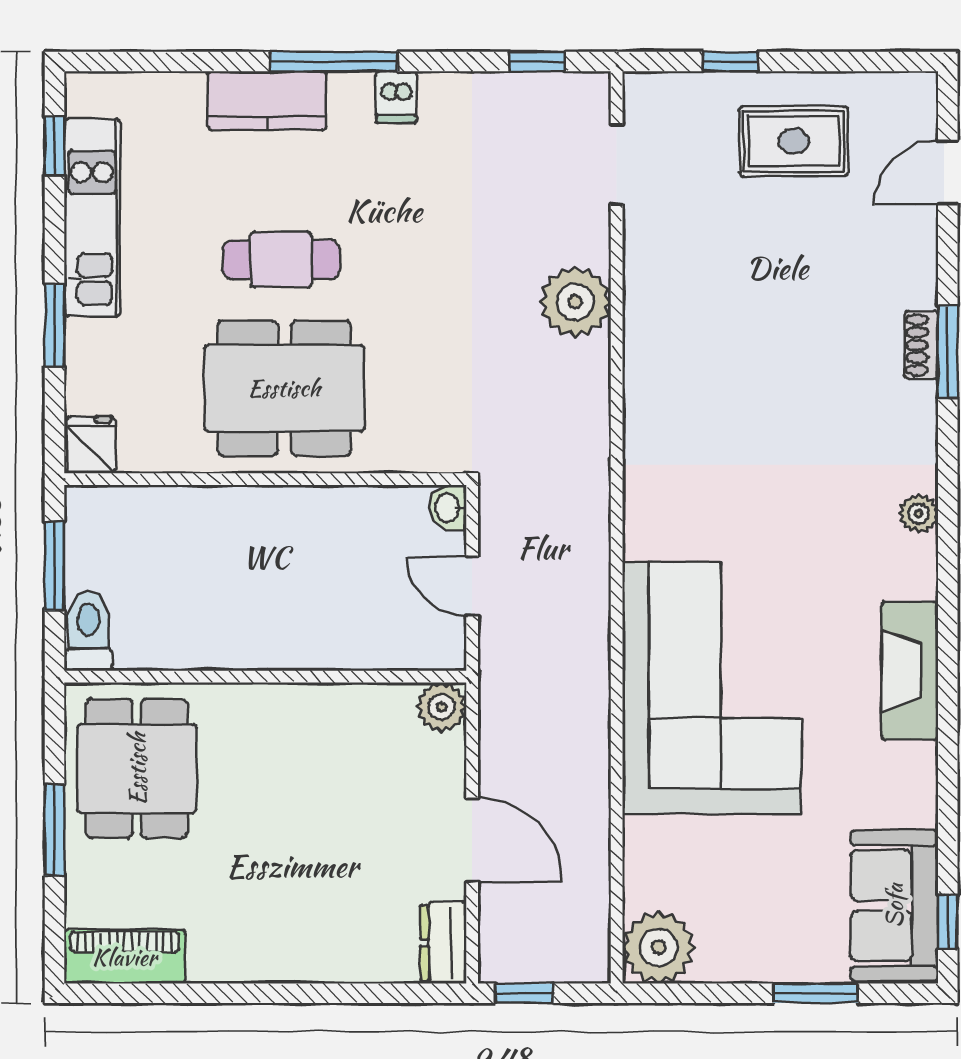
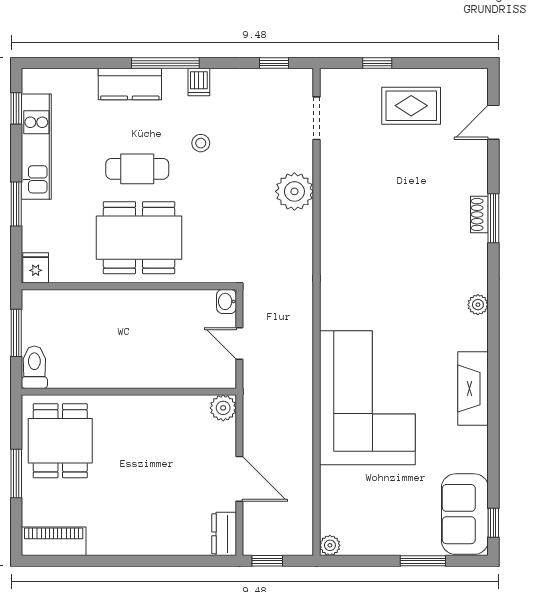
stool: (400, 211) -> (201, 143), added
plant: (659, 947) -> (330, 545), width x0.53, depth x0.53

